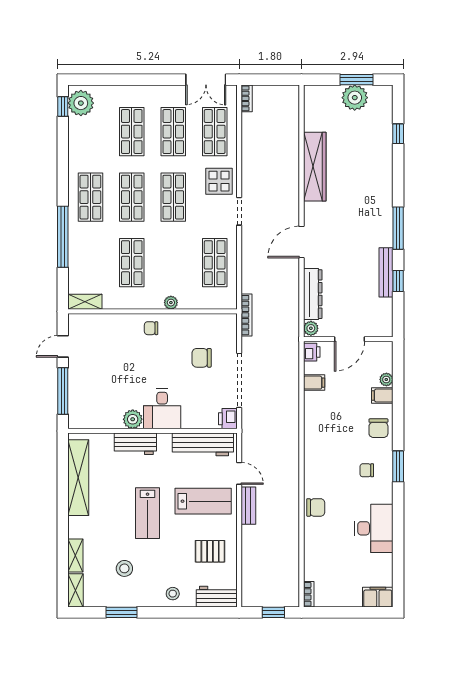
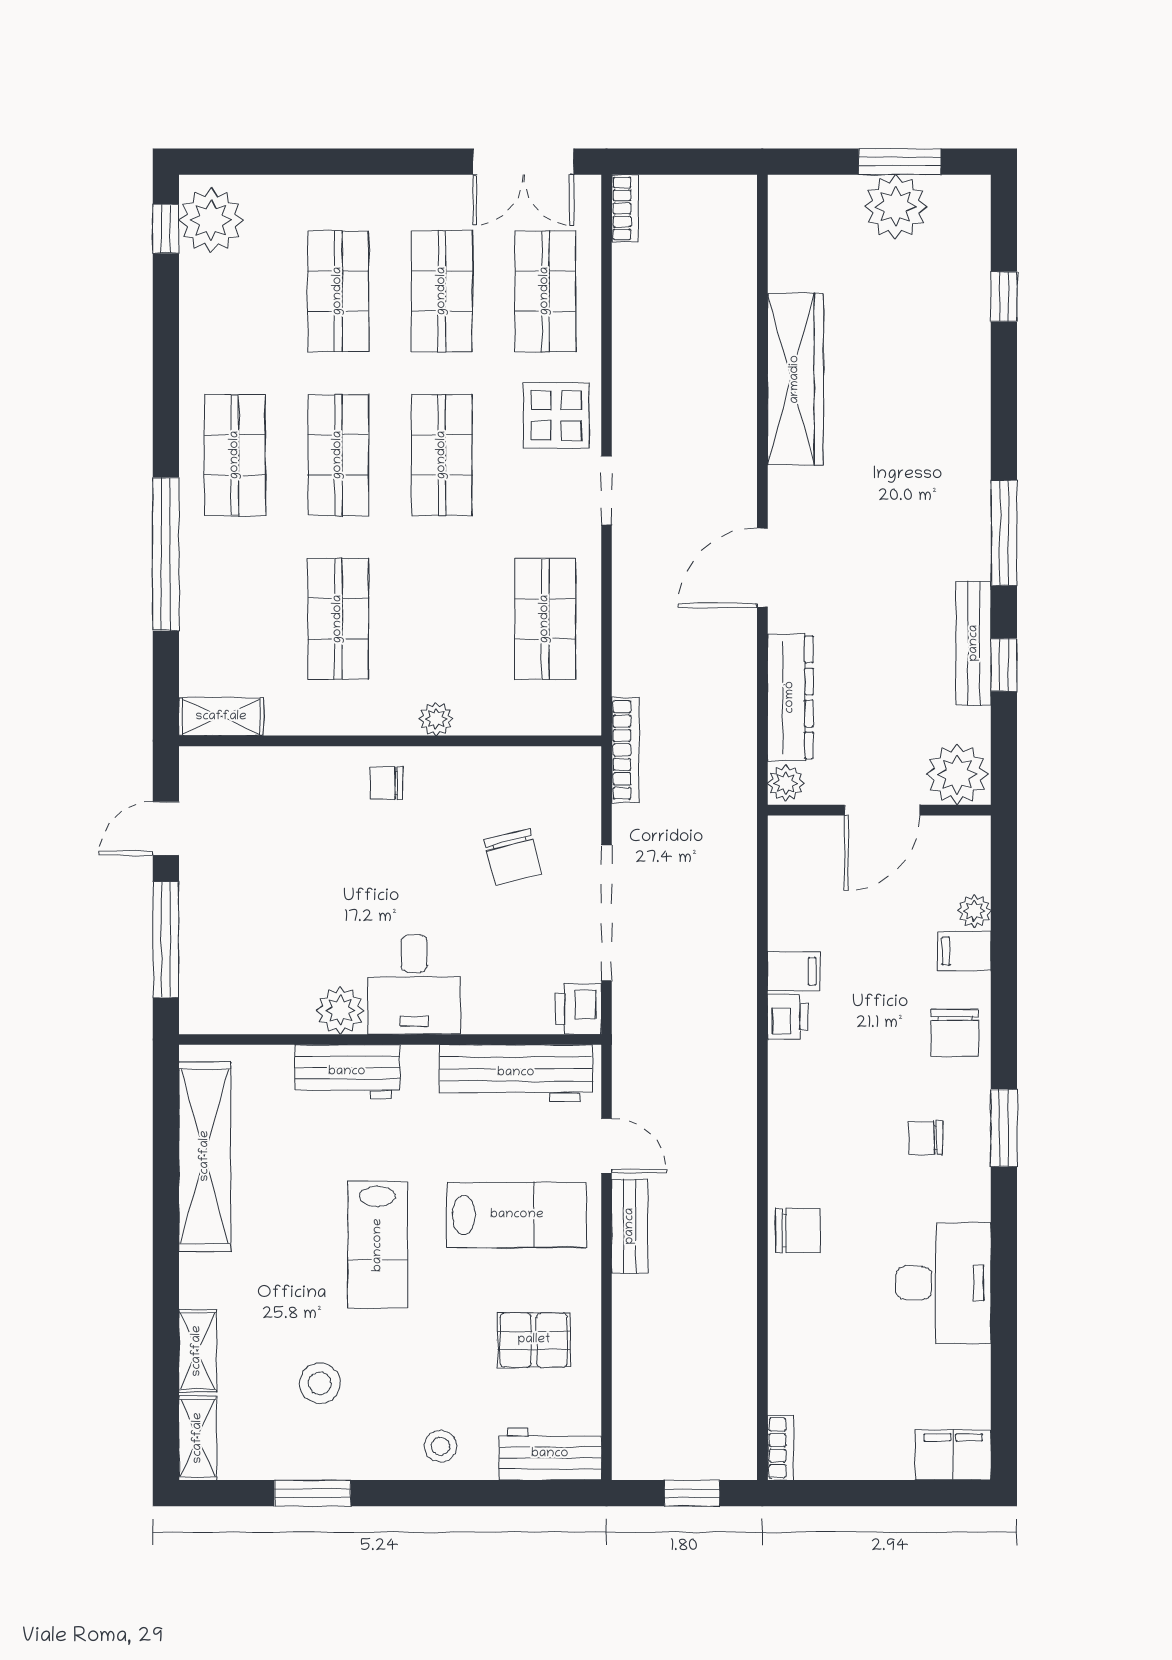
plant: (379, 325) -> (957, 774), added
printer: (312, 352) -> (788, 1017), moved
chair: (202, 358) -> (513, 857), turned -104
filing cabinet: (314, 383) -> (794, 971), moved

